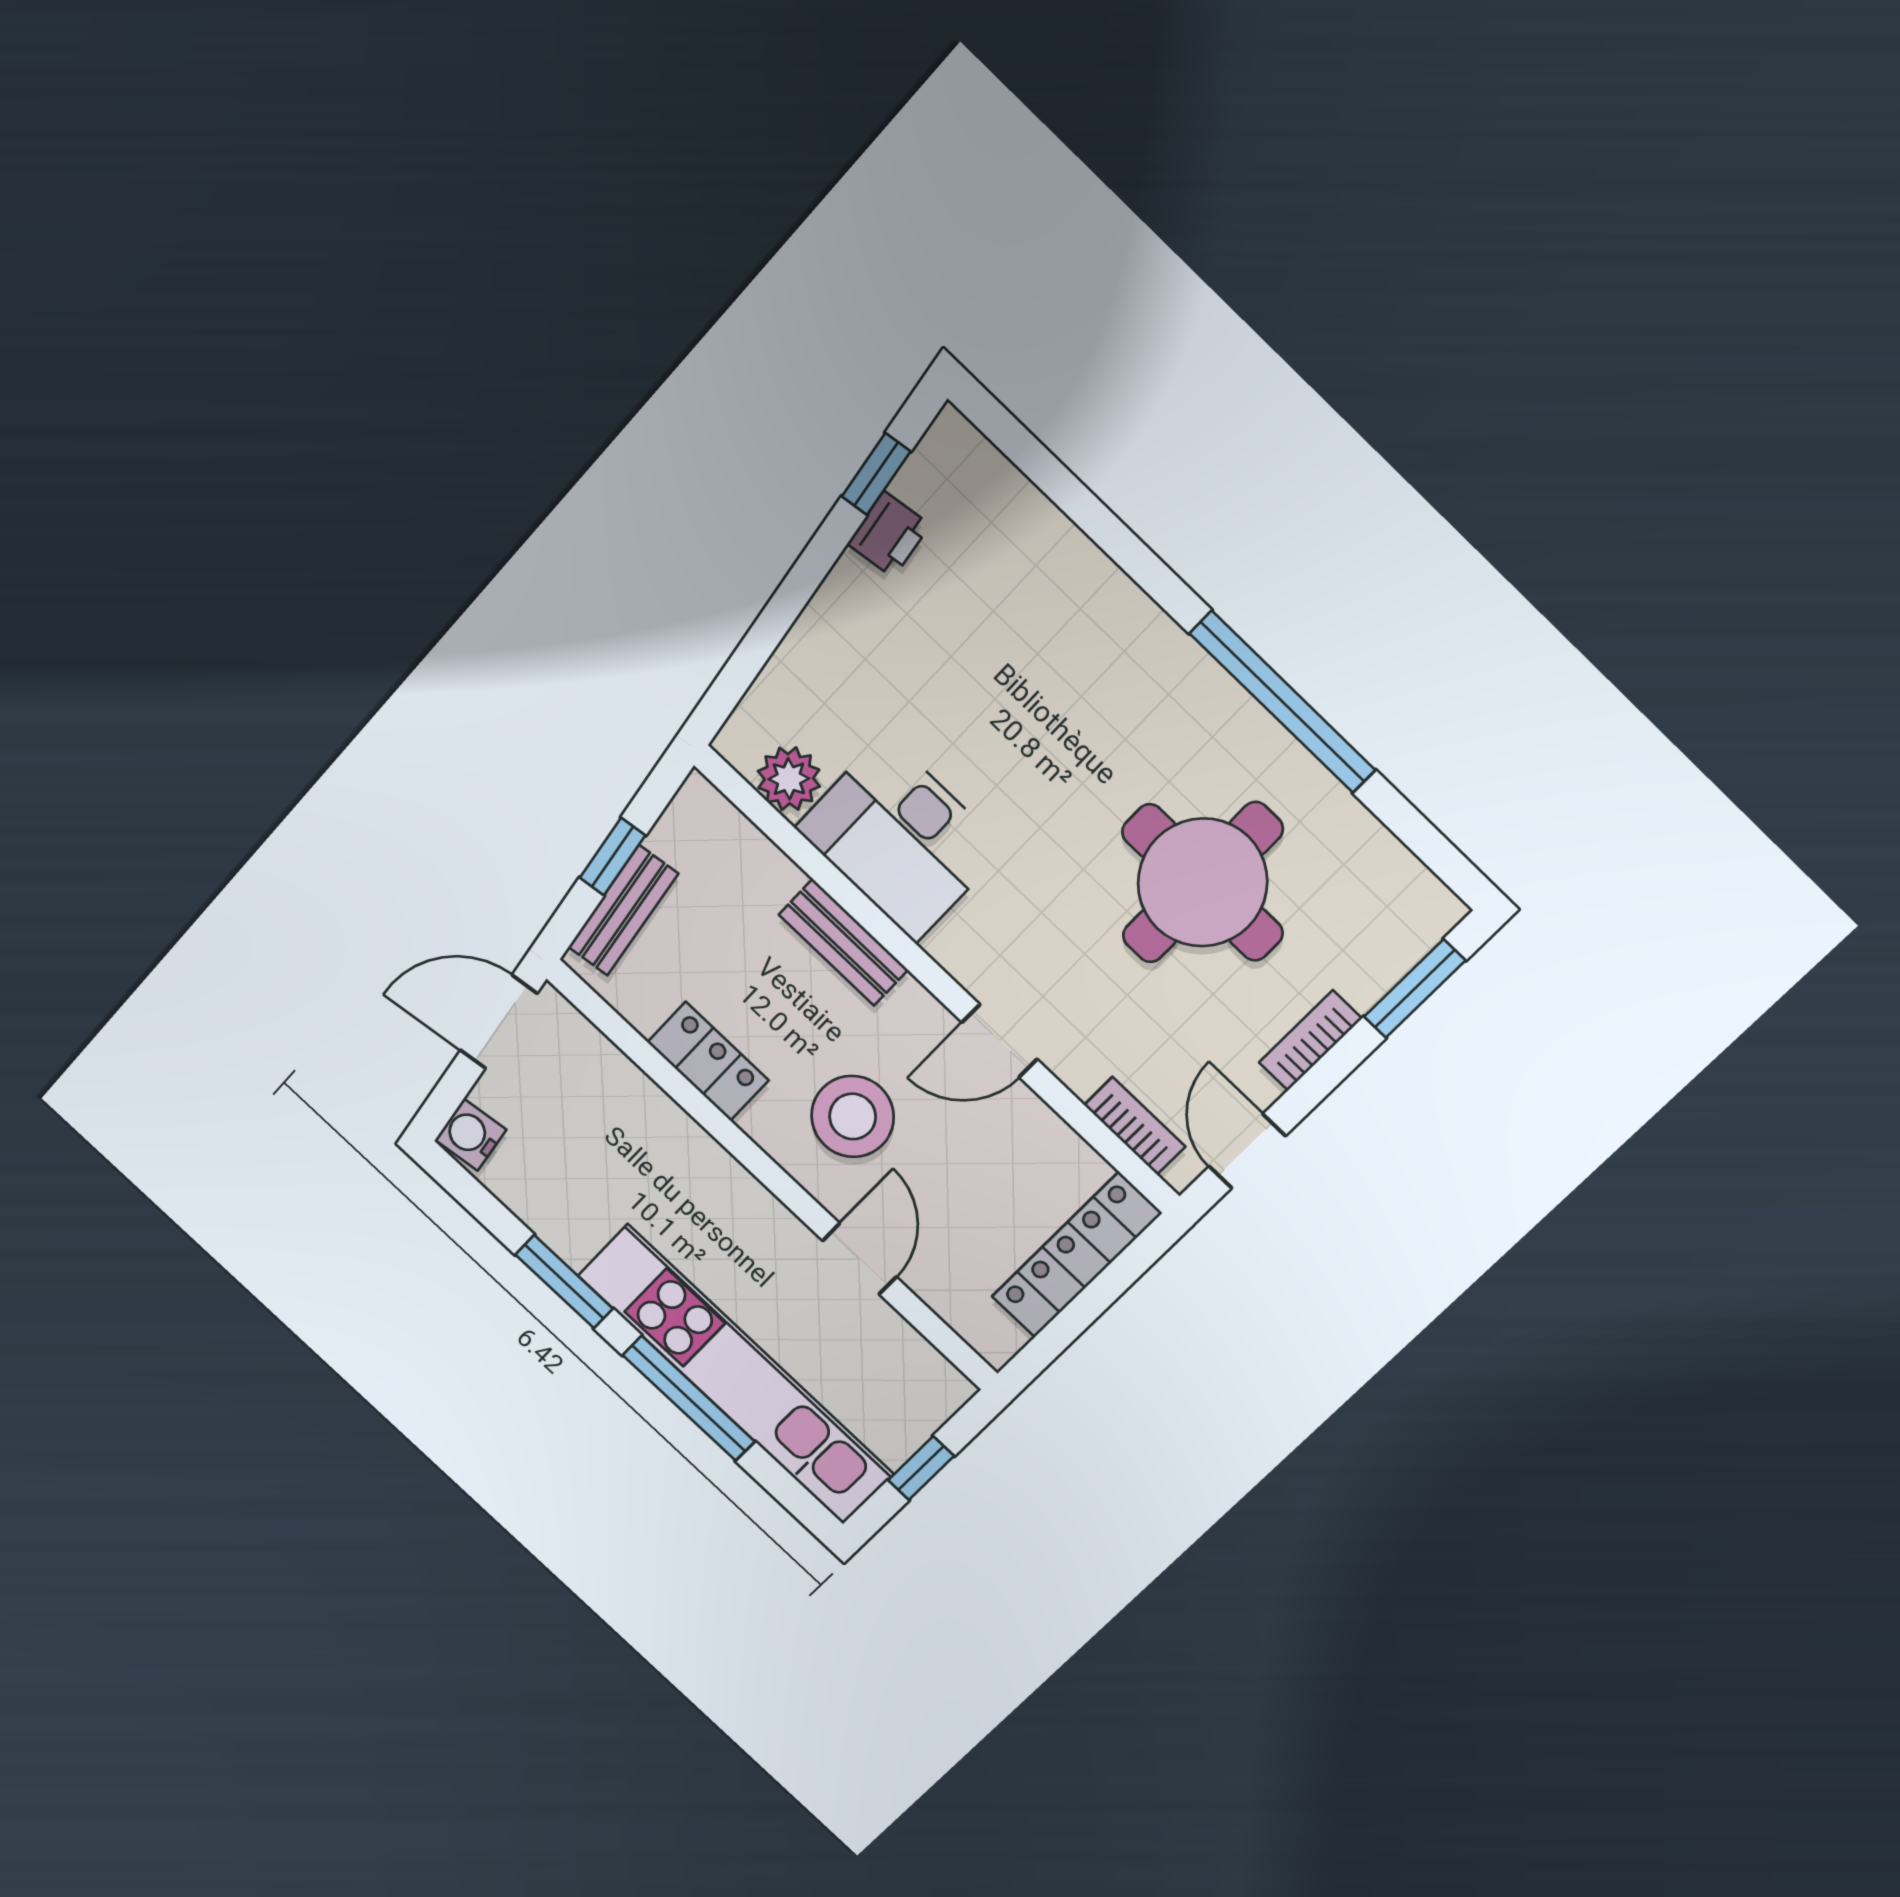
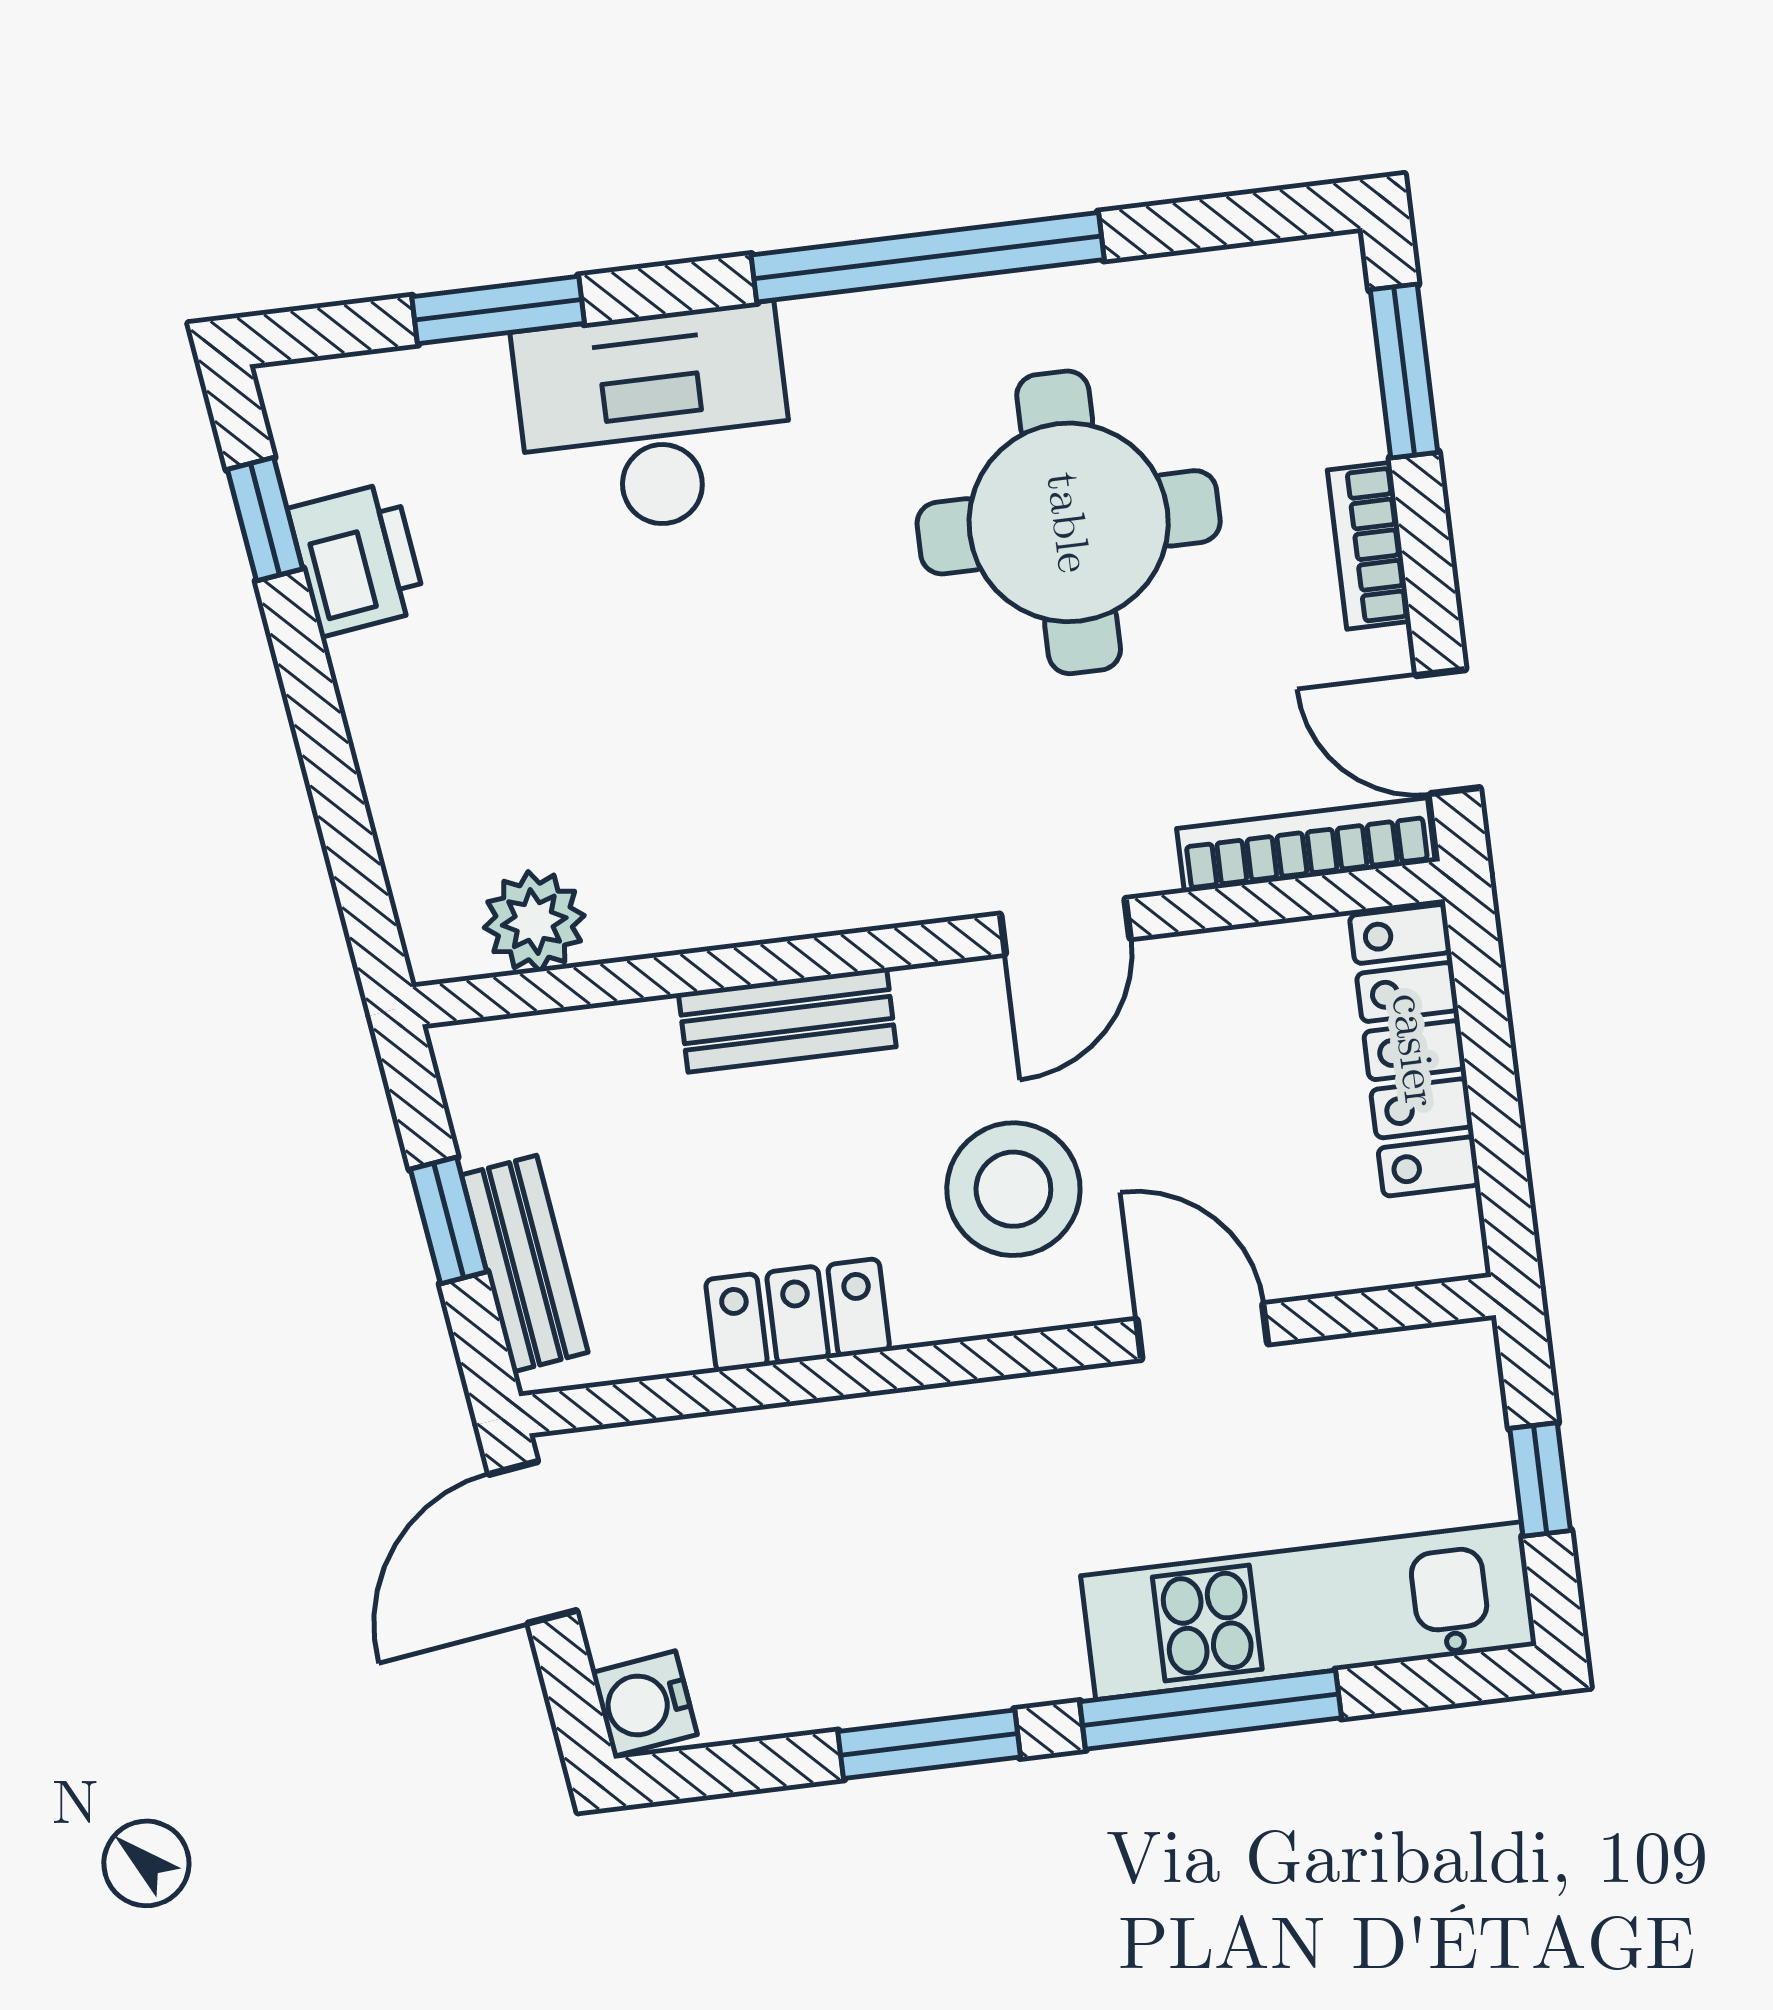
window: (1079, 503) -> (498, 310), added
printer: (889, 534) -> (357, 559), width x1.36, depth x1.24
desk: (900, 838) -> (655, 420), moved, turned 180
bookcase: (1135, 1126) -> (1306, 845), width x1.56
kitchen unit: (736, 1375) -> (1309, 1611), width x0.73

